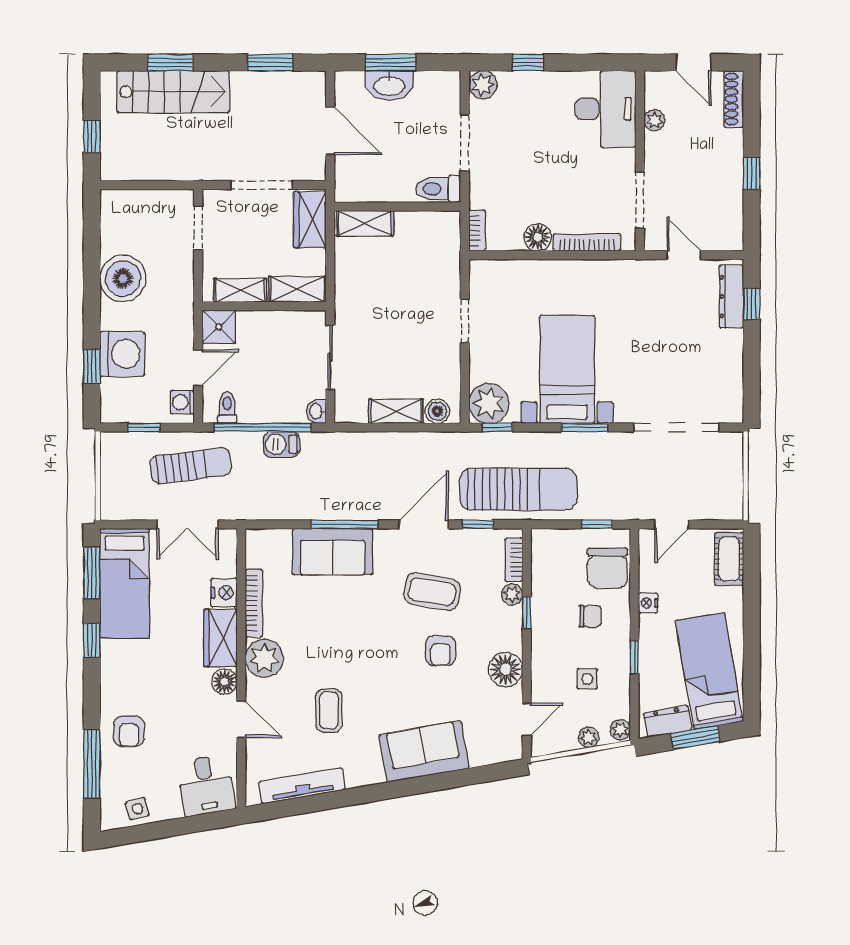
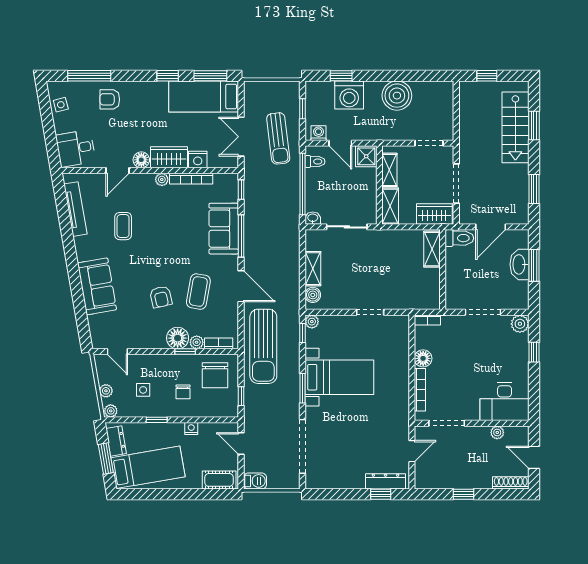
door: (693, 62) -> (534, 457), hinge flipped
toilet: (438, 189) -> (459, 238), moved, turned 90
plant: (489, 403) -> (312, 322), width x0.53, depth x0.53
barbecue: (282, 444) -> (255, 481), moved, turned 90
window: (478, 524) -> (241, 190), moved
chair: (607, 568) -> (215, 375), moved, turned -90
armchair: (440, 651) -> (161, 297), turned -103
plant: (264, 658) -> (162, 180), width x0.53, depth x0.53
floor lamp: (505, 669) -> (178, 338), moved
coffee table: (329, 710) -> (123, 226), turned 90

